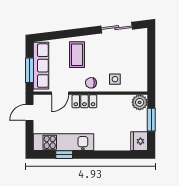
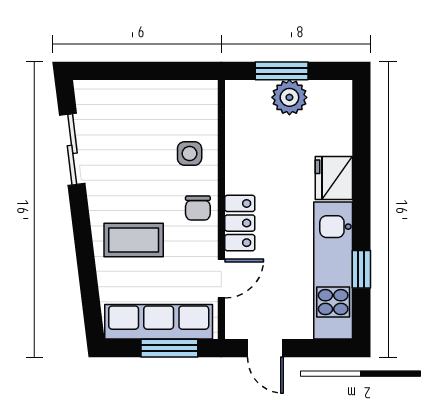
door: (60, 93) -> (221, 279), hinge flipped
plant: (140, 102) -> (289, 97), moved
fridge: (139, 141) -> (334, 178), moved, turned 90

